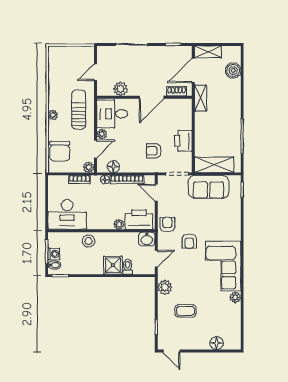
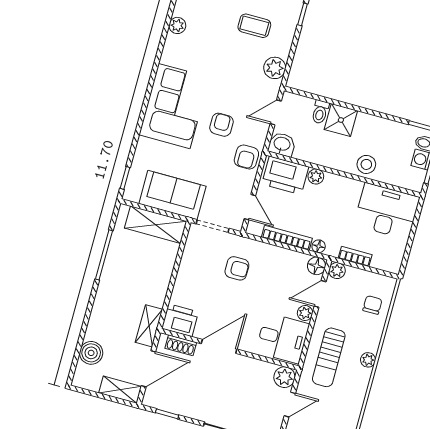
plant: (120, 89) -> (284, 377), moved
printer: (183, 141) -> (180, 320), moved, turned -90
chair: (60, 151) -> (372, 305), width x0.54, depth x0.54
floor lamp: (113, 167) -> (316, 266), moved
corner sofa: (223, 266) -> (174, 106), moved

